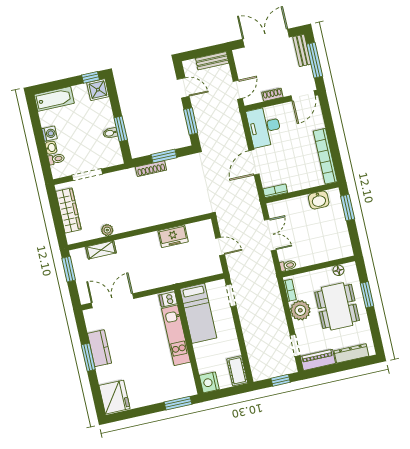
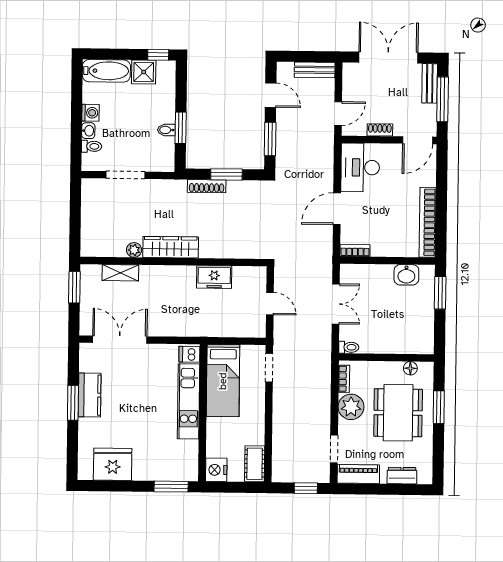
shower: (98, 90) -> (144, 72), moved
wardrobe: (68, 210) -> (171, 247), moved, turned -90
dresser: (351, 353) -> (402, 476), width x0.70
fridge: (114, 397) -> (113, 464), moved, turned -90

